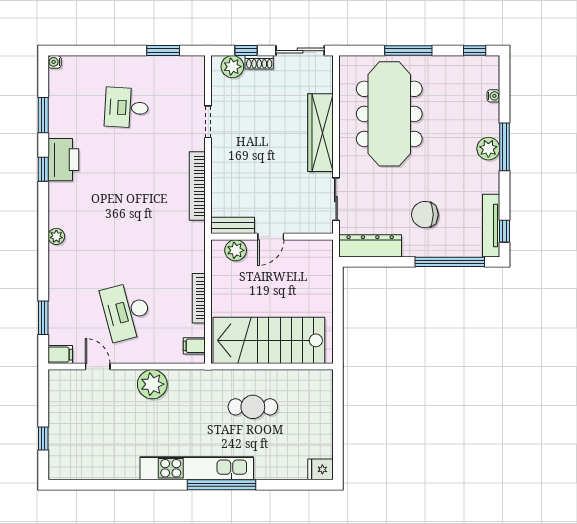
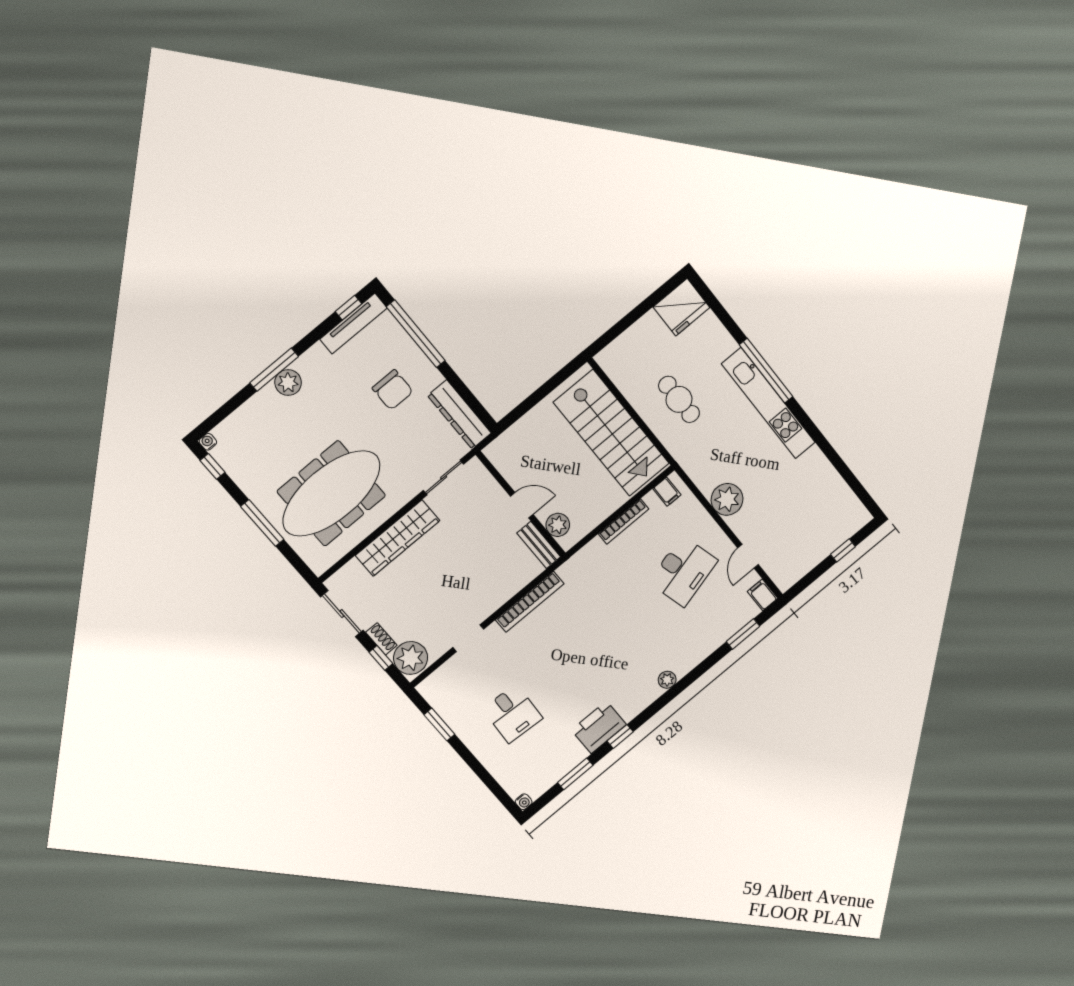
plant: (232, 67) -> (411, 658), width x1.36, depth x1.36
water cooler: (493, 96) -> (208, 442), moved
fridge: (320, 469) -> (681, 307), width x1.88, depth x1.34

